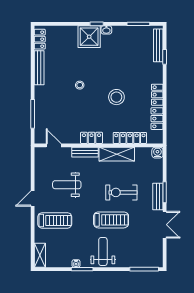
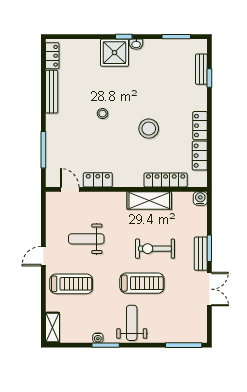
bench: (158, 45) -> (201, 69), width x0.73
locker: (92, 138) -> (98, 180), moved
bench: (85, 152) -> (109, 198), removed

